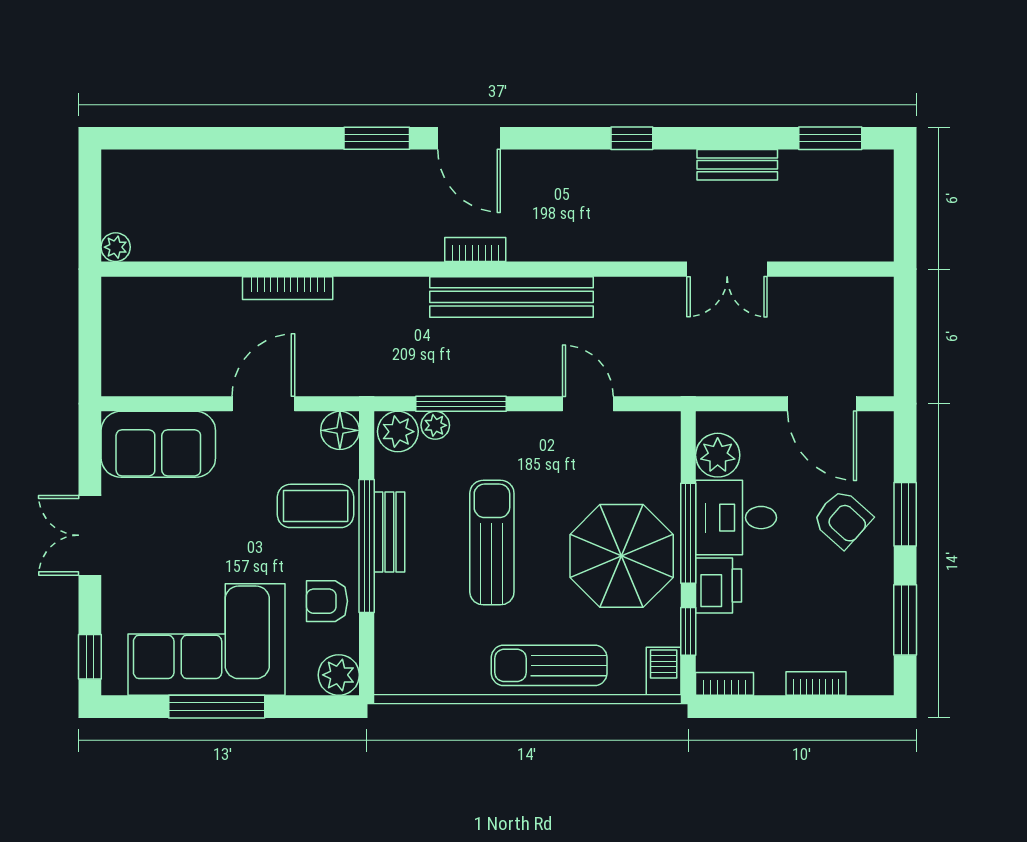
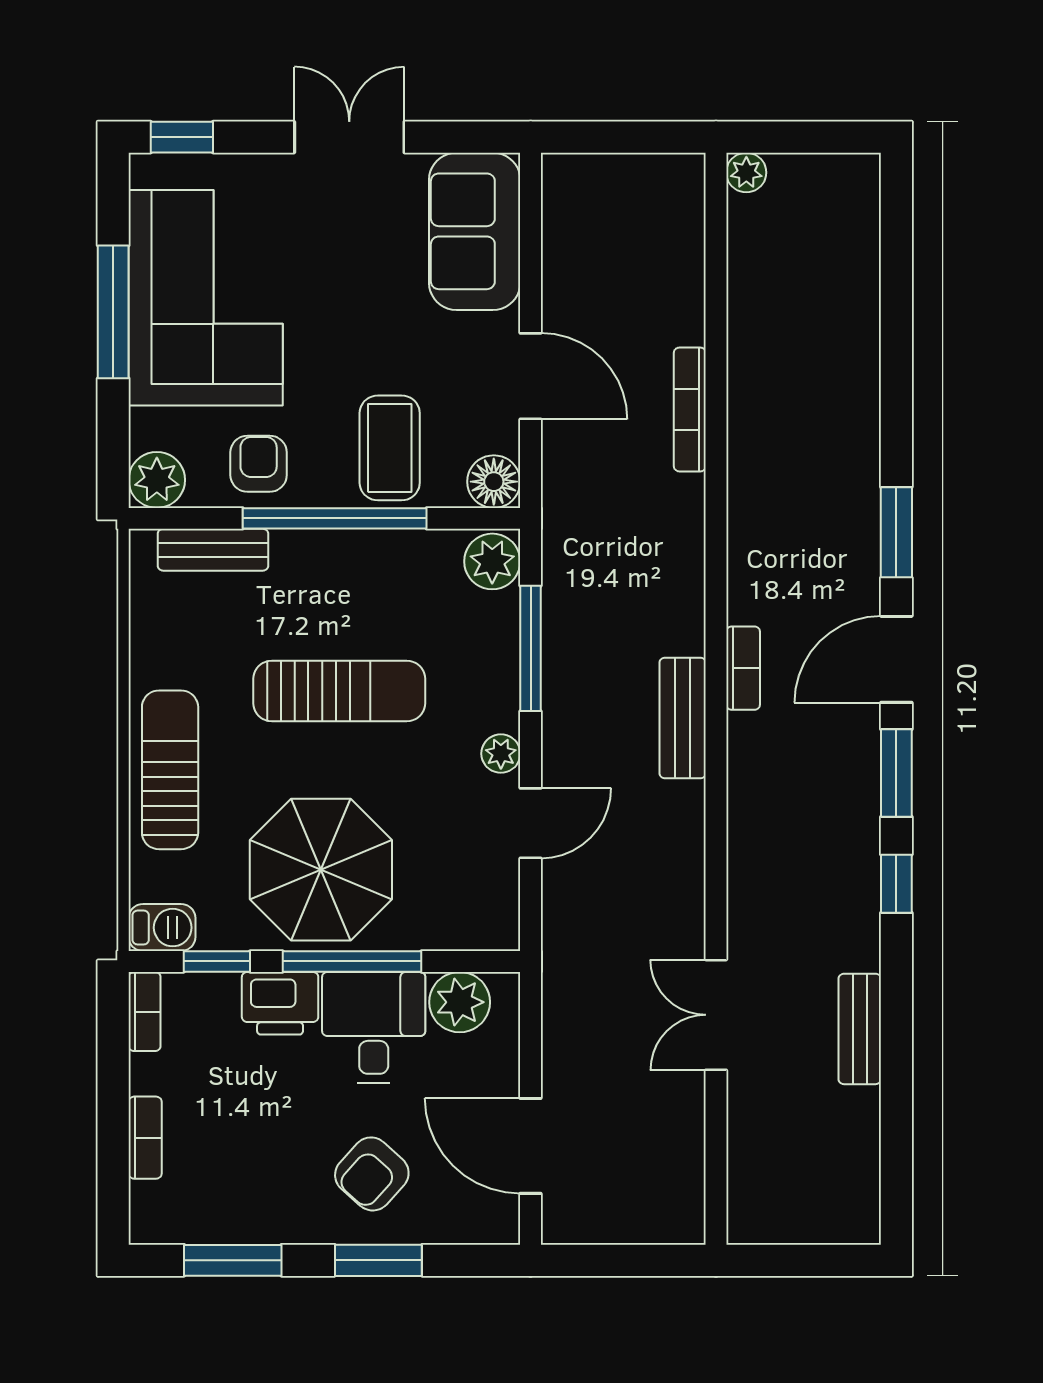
window: (830, 138) -> (896, 773), moved
bench: (511, 297) -> (683, 718), width x0.54, depth x0.82
door: (822, 404) -> (531, 1146), hinge flipped
plant: (435, 425) -> (501, 754), moved
bench: (389, 532) -> (213, 550), moved

